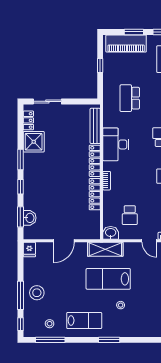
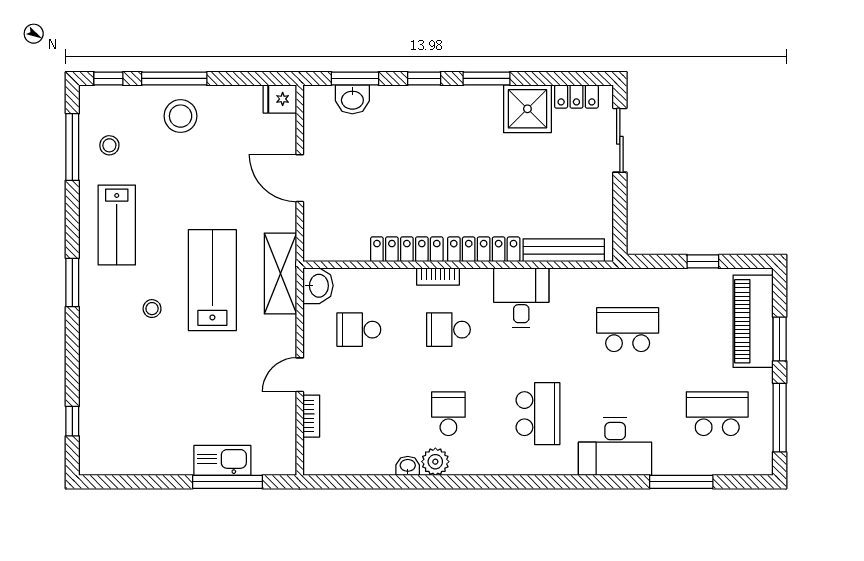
desk: (116, 144) -> (521, 298), width x0.73
school desk: (130, 176) -> (448, 330), added

